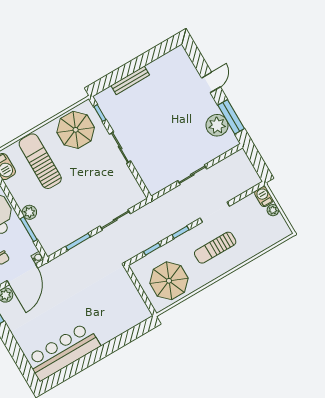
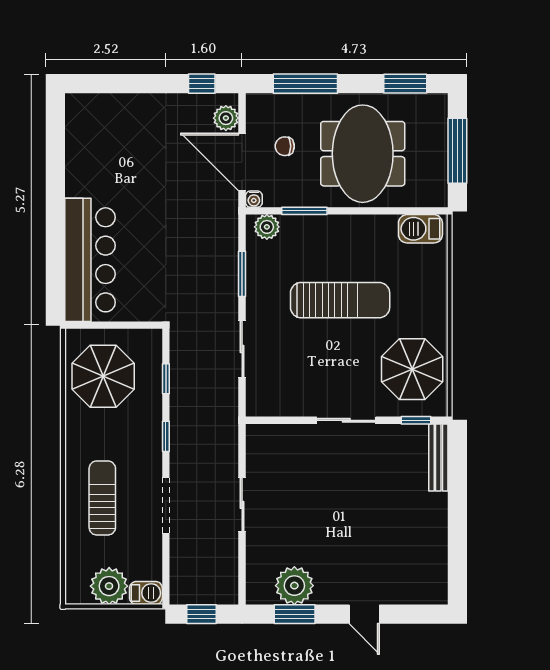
bench: (130, 80) -> (438, 457), moved
window: (231, 117) -> (295, 614), width x0.69
sun lounger: (40, 161) -> (340, 300), moved
window: (258, 163) -> (201, 614), added
plant: (273, 210) -> (109, 586), width x1.87, depth x1.87
plant: (29, 212) -> (267, 227), moved
sun lounger: (215, 248) -> (102, 498), moved
bar counter: (63, 352) -> (90, 260), moved

